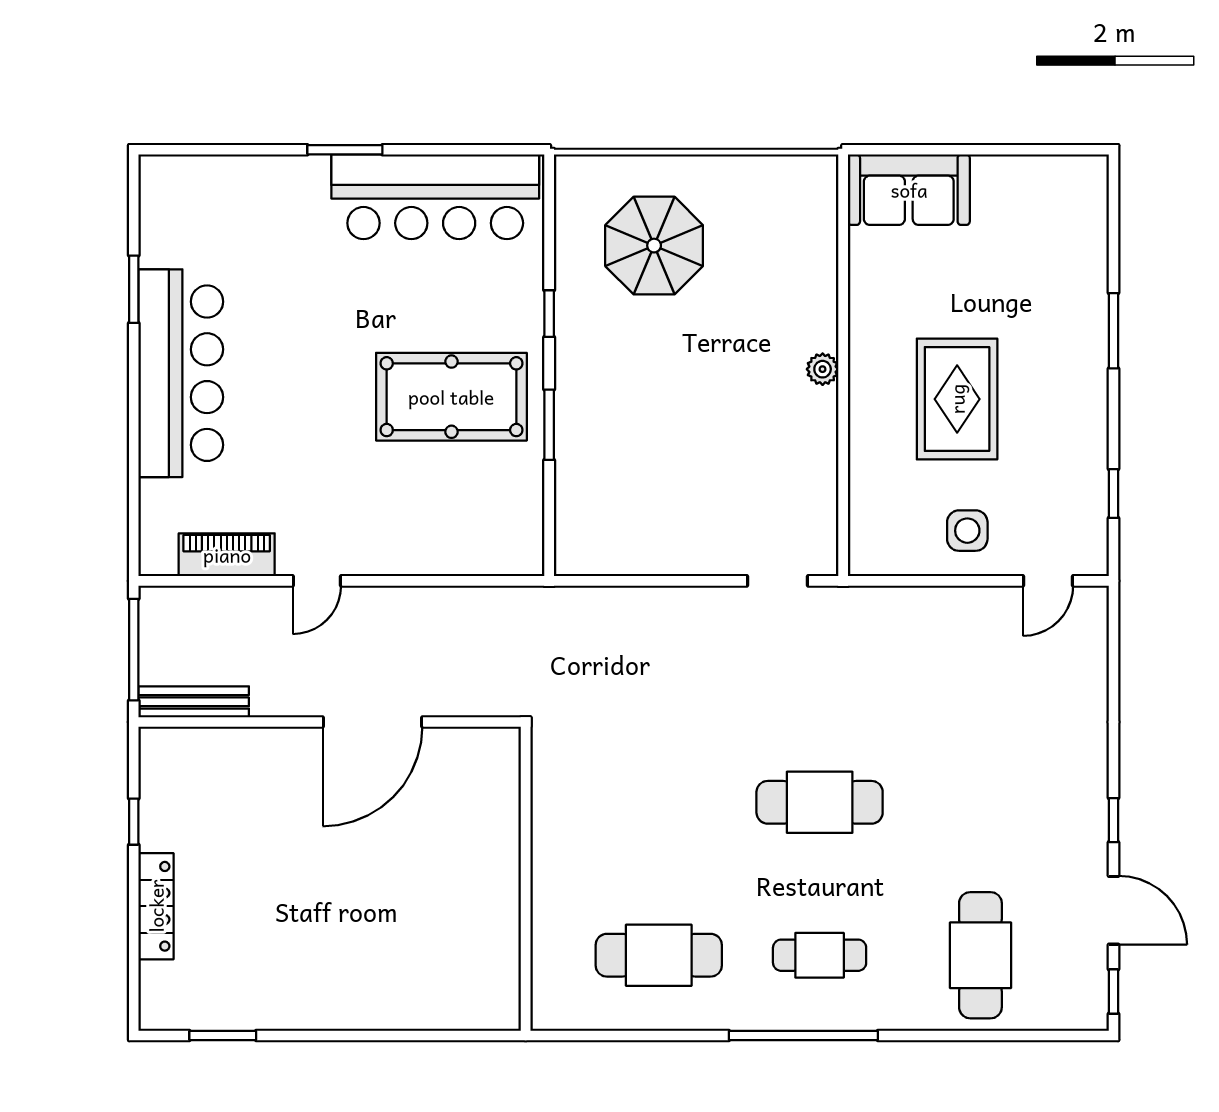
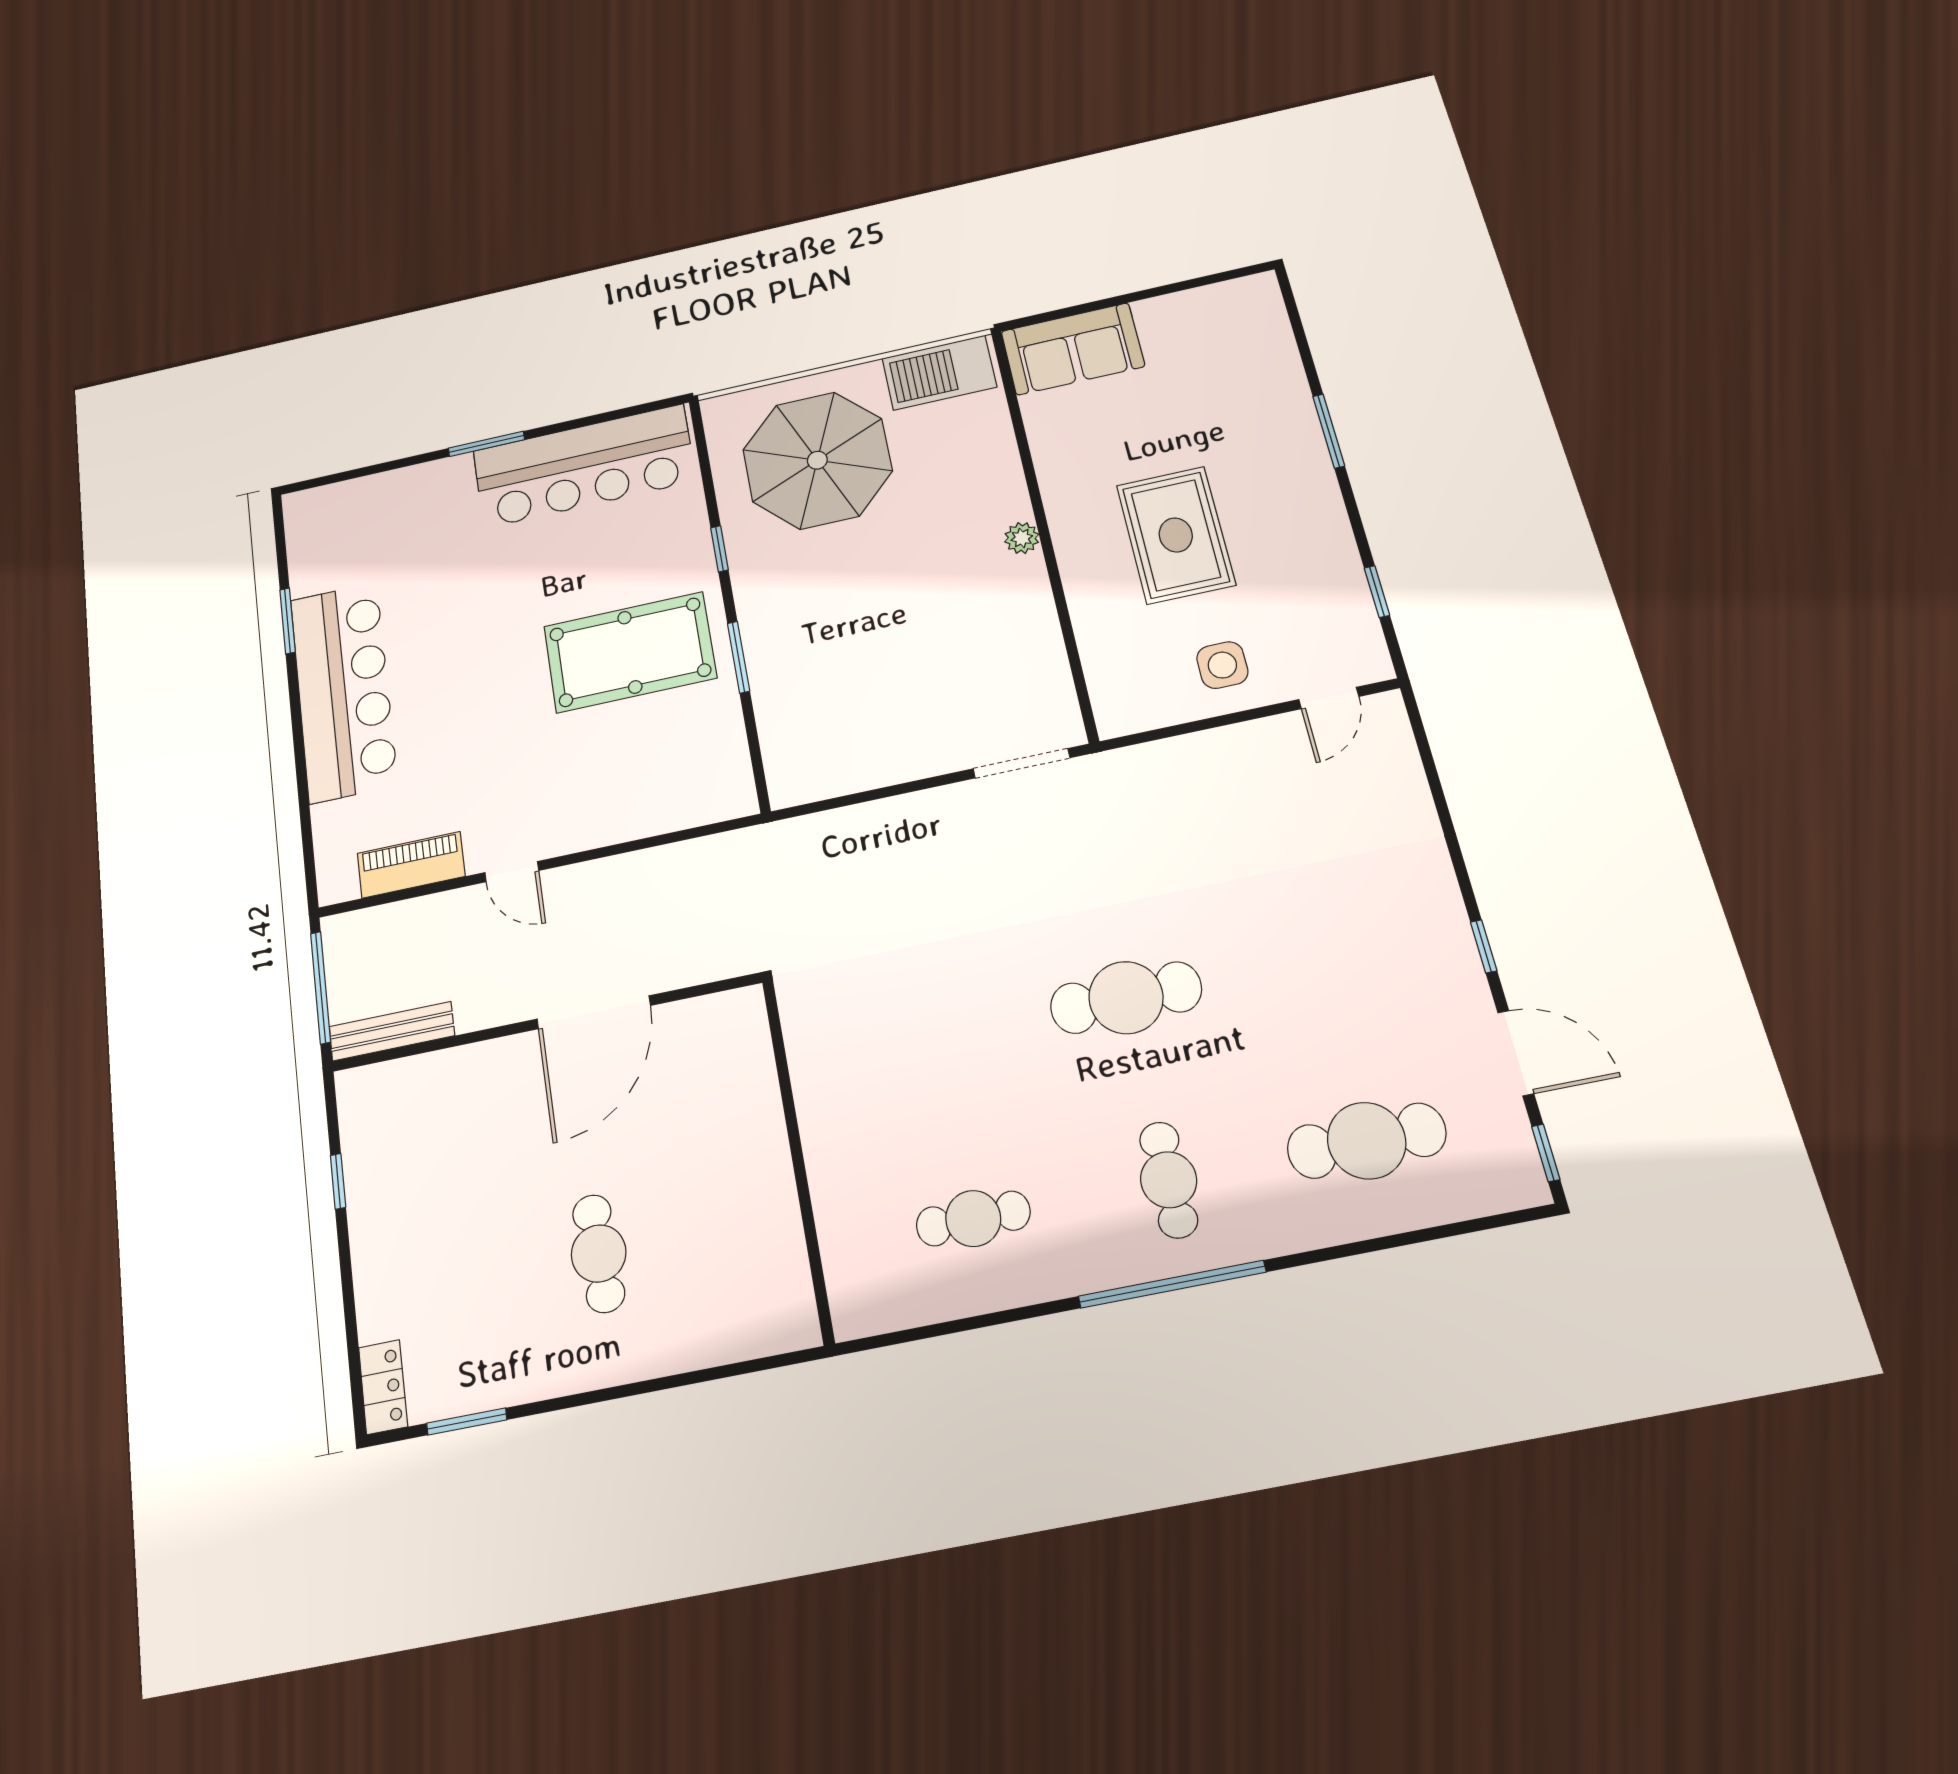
barbecue: (783, 183) -> (939, 373), added
parasol: (654, 246) -> (817, 460), width x1.36, depth x1.36
door: (317, 581) -> (512, 872), hinge flipped
doorway: (778, 581) -> (1021, 763), width x1.38
locker: (156, 906) -> (383, 1387), moved, width x0.66
cafe table: (349, 924) -> (599, 1253), added
cafe table: (659, 955) -> (973, 1218), width x0.73, depth x0.74
cafe table: (820, 955) -> (1169, 1180), turned 90
cafe table: (980, 955) -> (1367, 1141), turned 90

